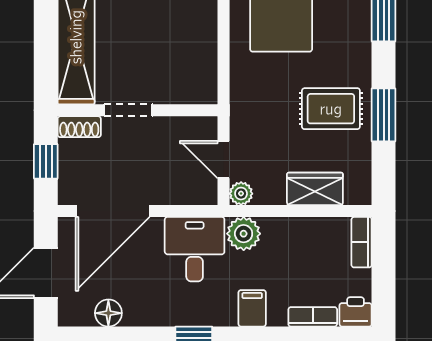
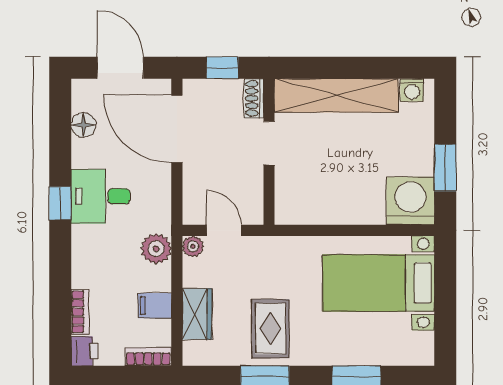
door: (224, 160) -> (224, 230), hinge flipped
desk: (195, 249) -> (101, 196), moved, turned 180
filing cabinet: (252, 308) -> (155, 306), moved, turned 180

